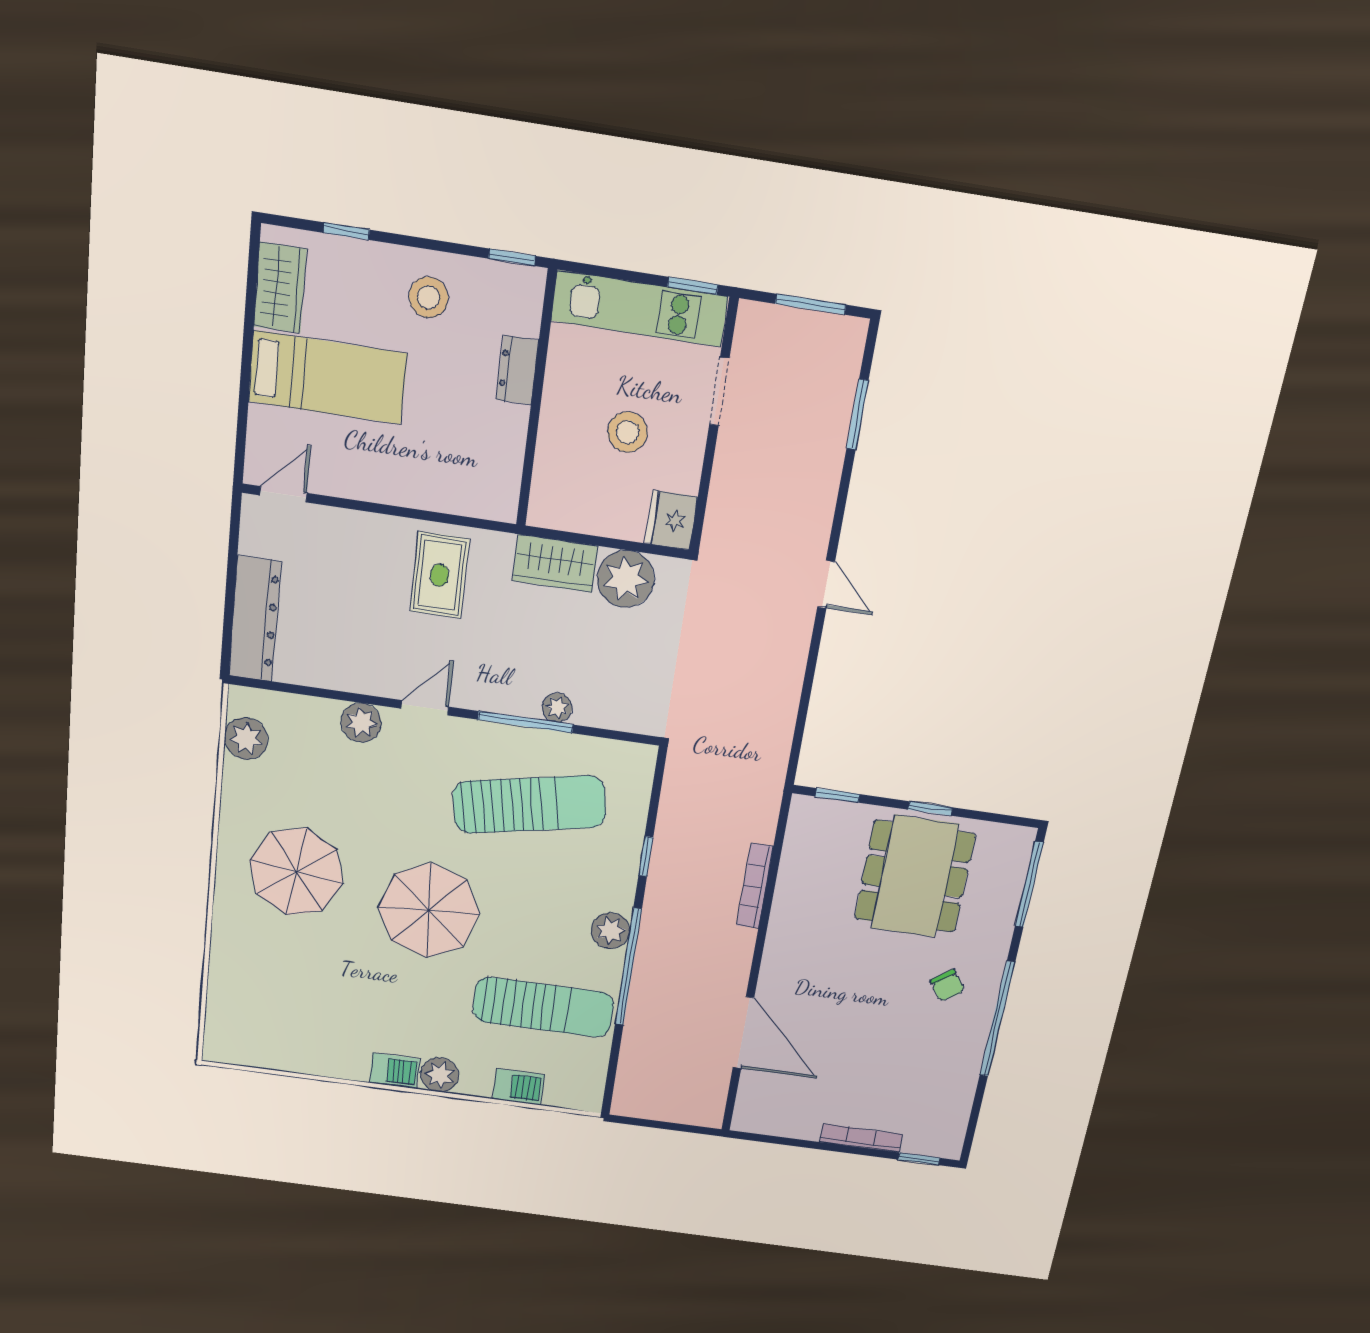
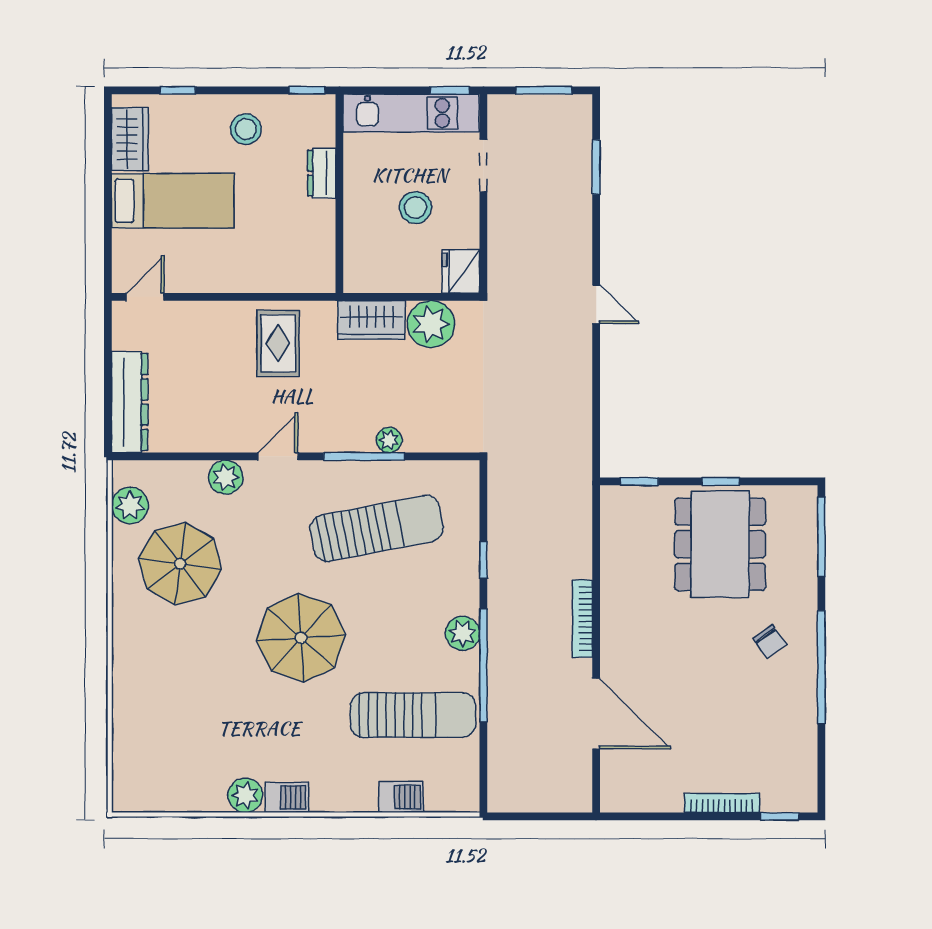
parasol: (296, 872) -> (180, 564), moved
bookcase: (755, 886) -> (582, 619), moved
plant: (440, 1075) -> (245, 795), moved

